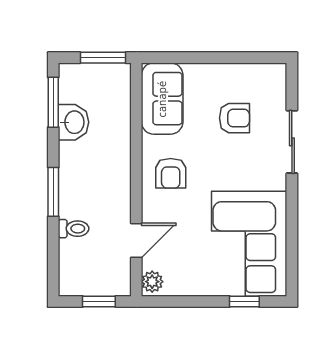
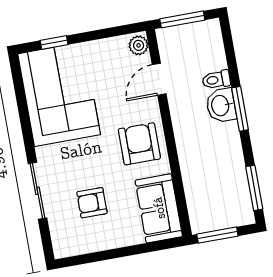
washbasin: (74, 122) -> (221, 105), moved
armchair: (171, 173) -> (139, 144), width x1.38, depth x1.38
window: (99, 301) -> (182, 19), width x1.50

